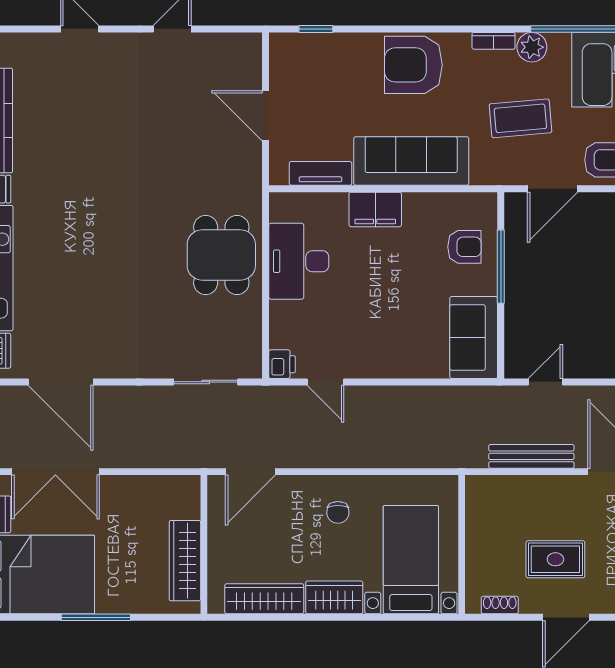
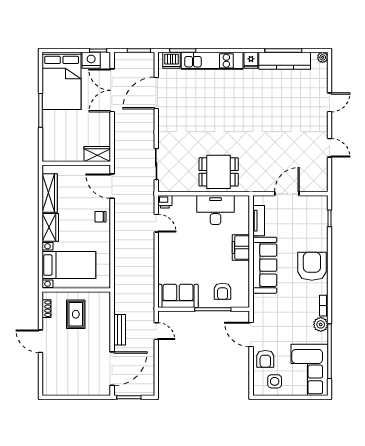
coffee table: (520, 118) -> (286, 319), removed
door: (326, 382) -> (156, 223), swing flipped
bench: (531, 456) -> (120, 330), width x0.73
chair: (338, 512) -> (100, 217), moved
rug: (555, 559) -> (76, 314), moved
wardrobe: (185, 561) -> (97, 154), moved, width x0.67

